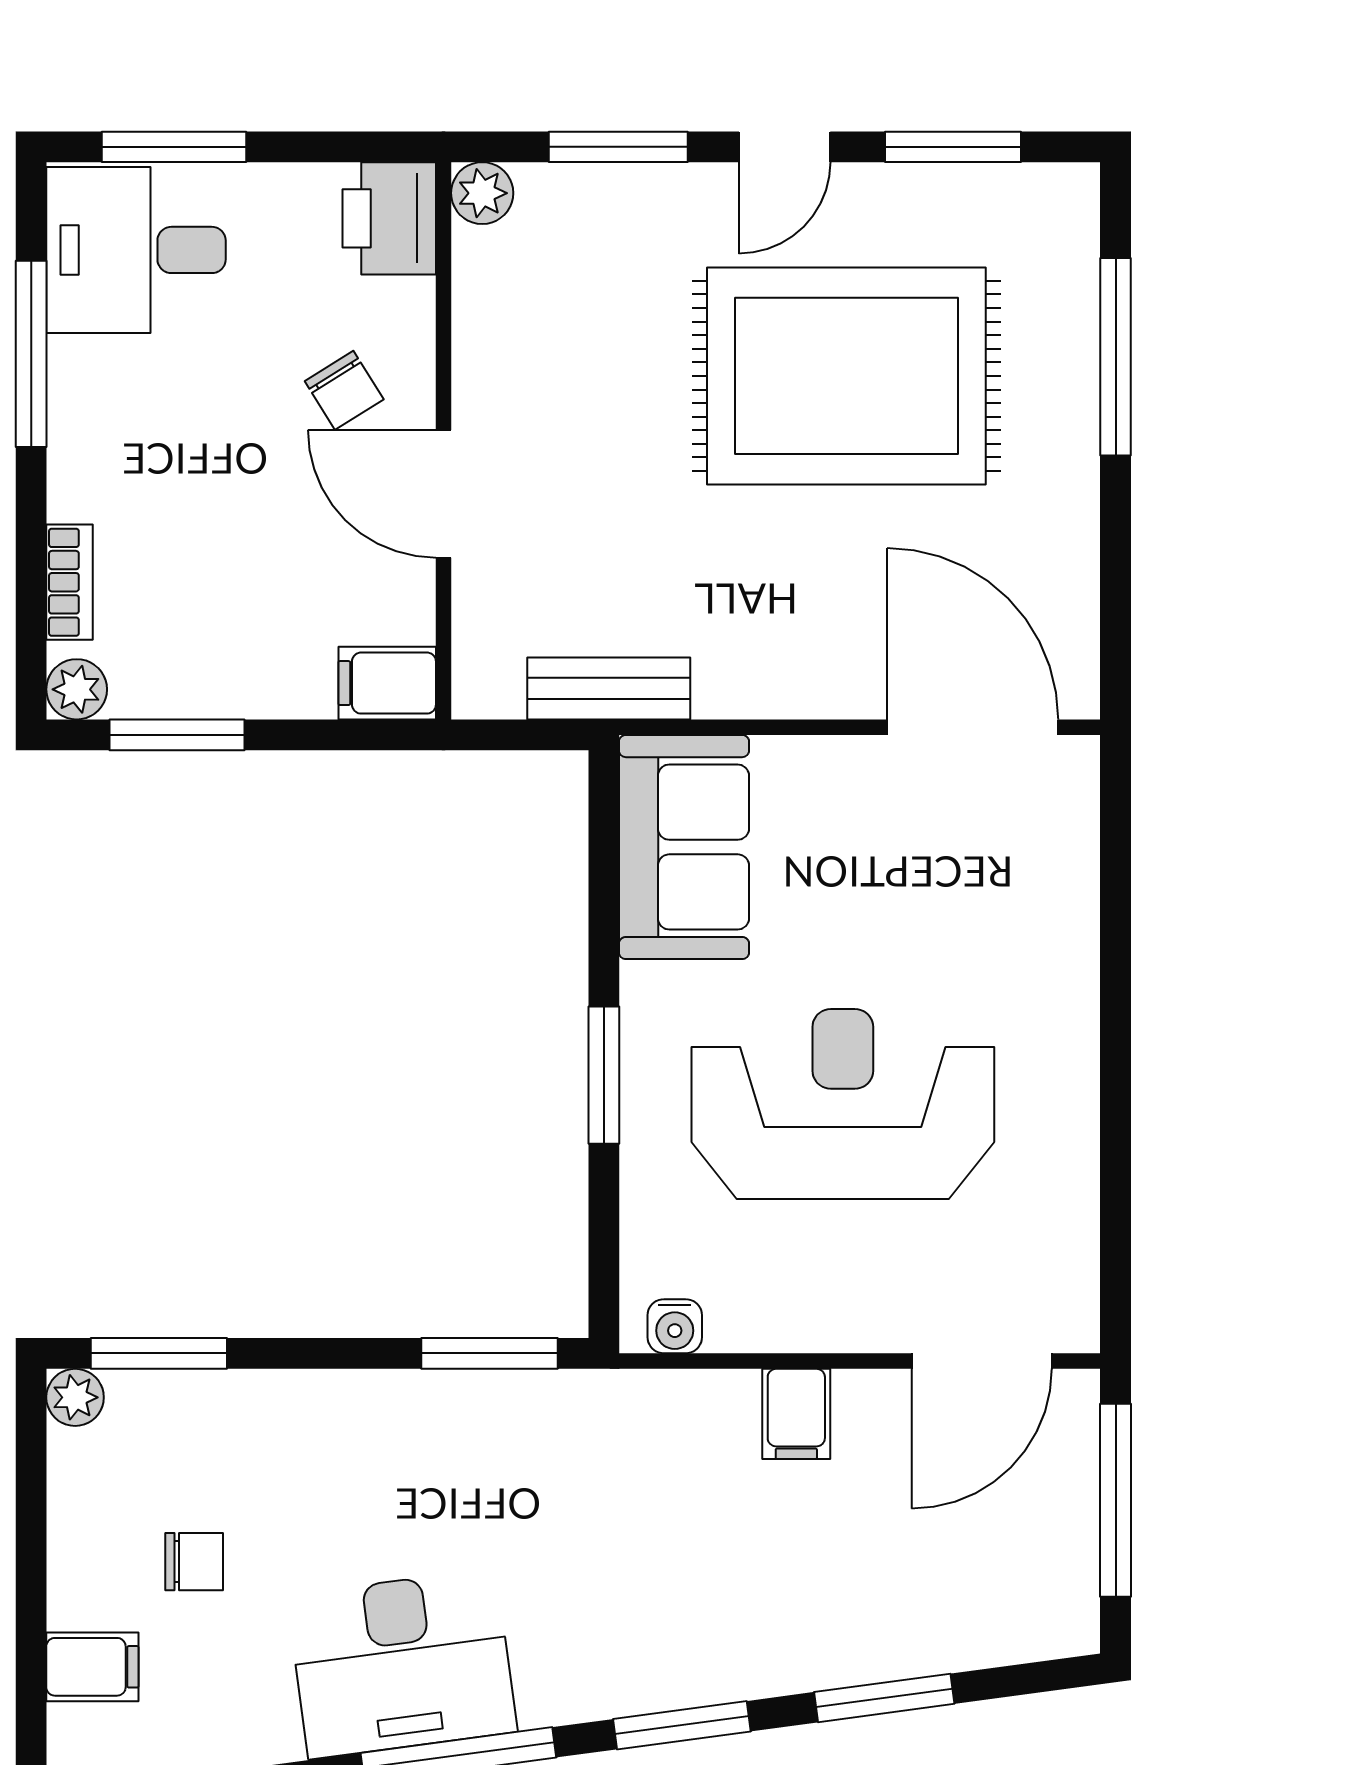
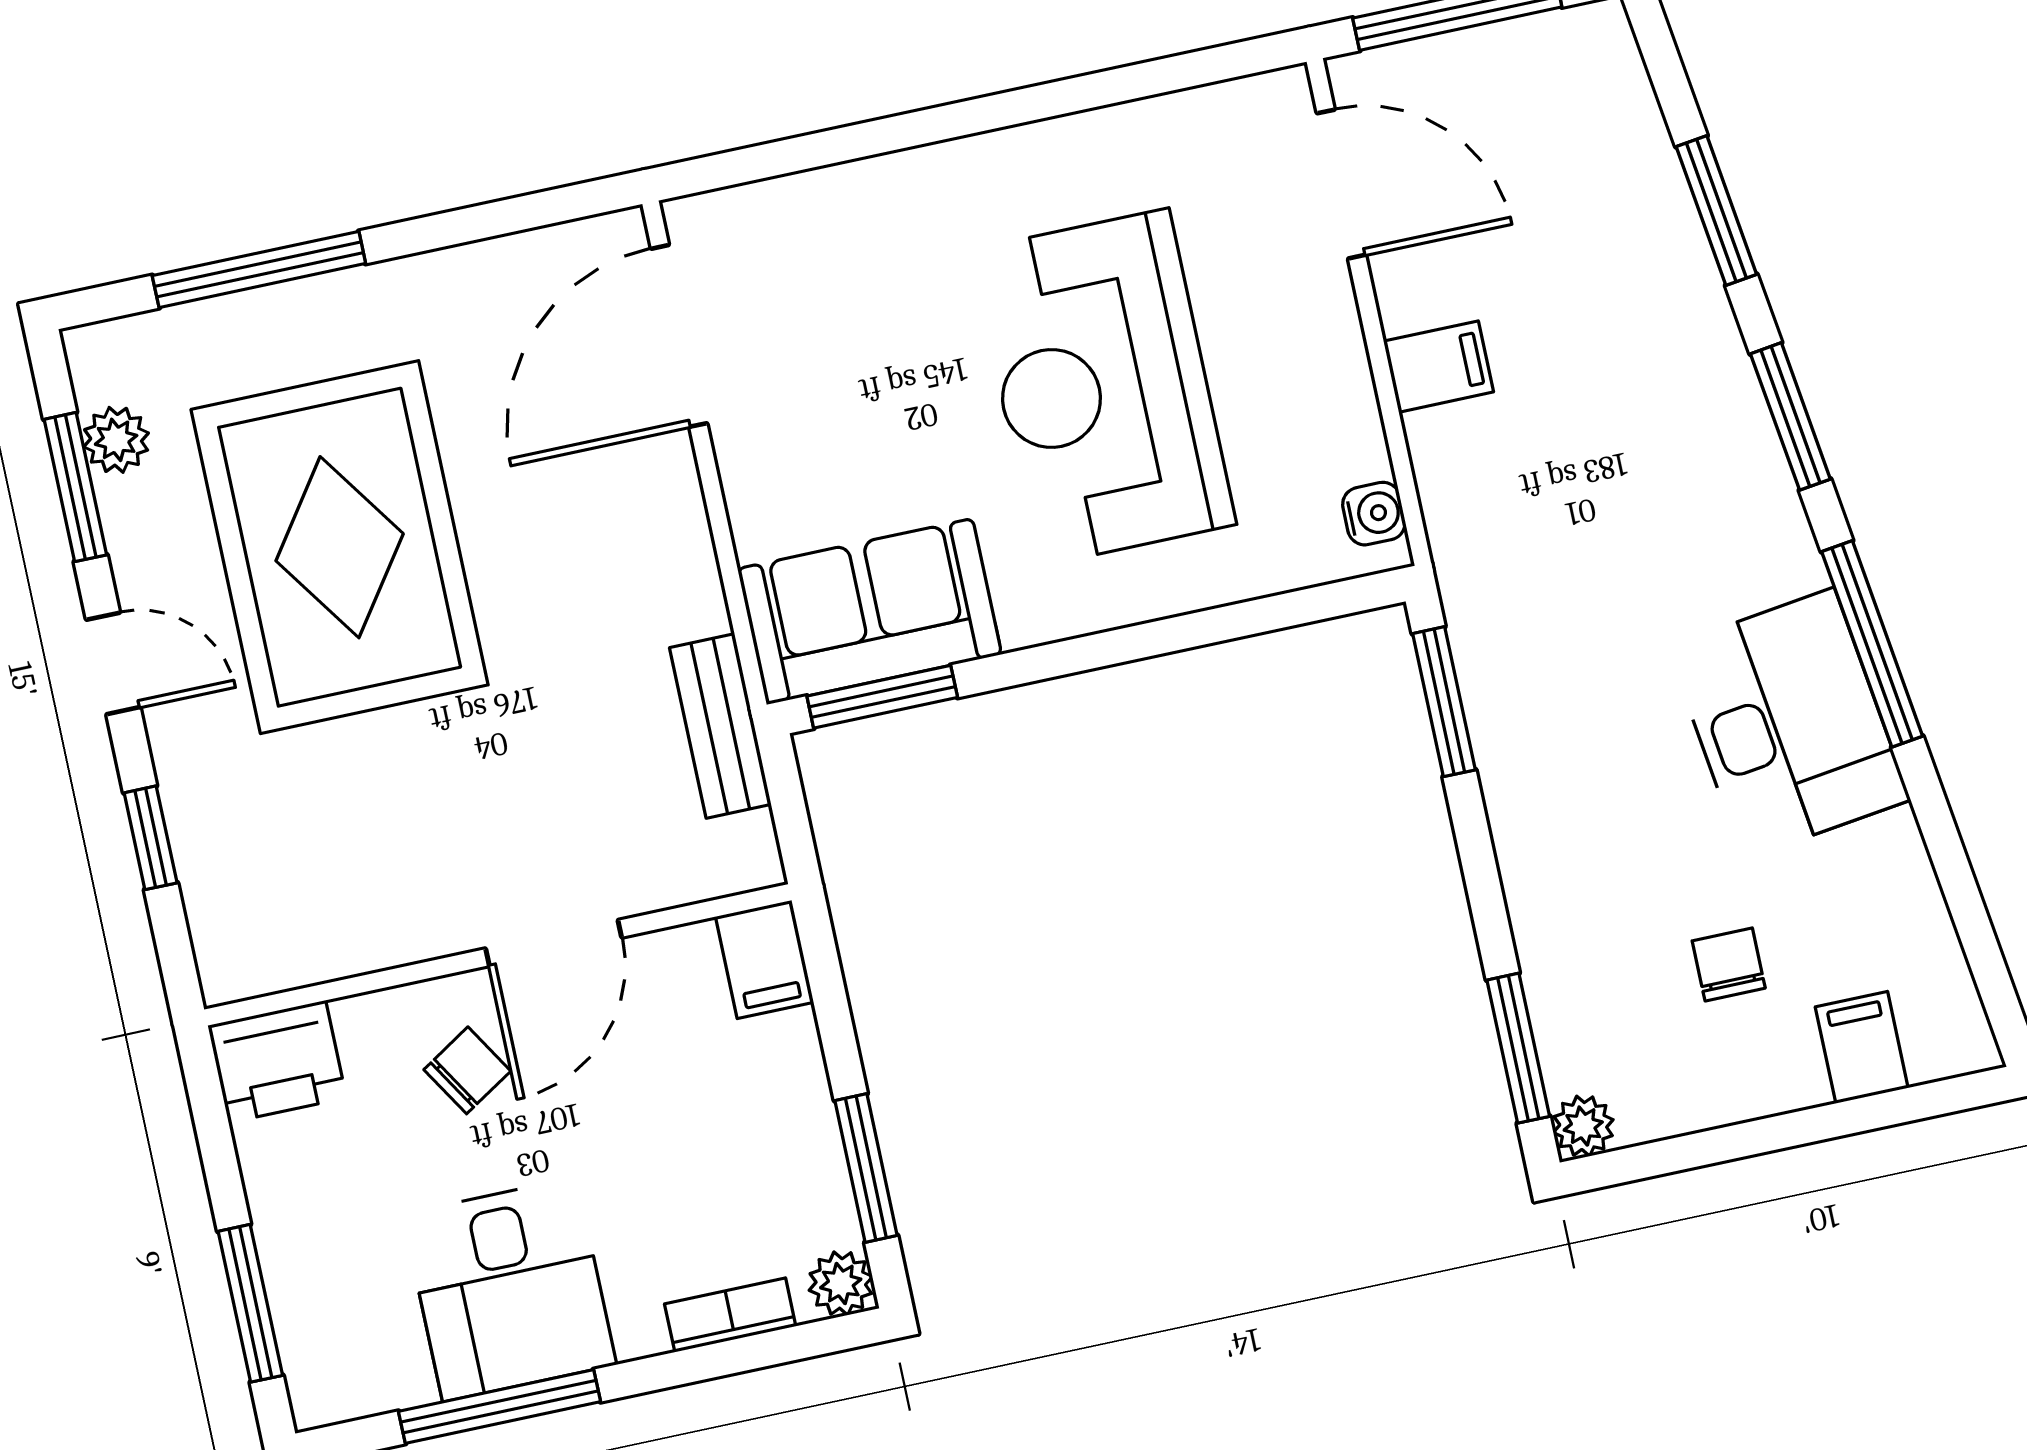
window: (618, 147) -> (151, 838), width x0.67
plant: (482, 193) -> (116, 440), moved
desk: (136, 250) -> (510, 1289), moved
window: (604, 1075) -> (882, 697), moved

